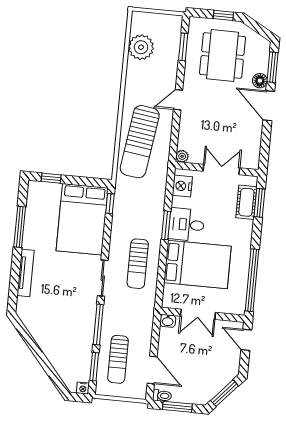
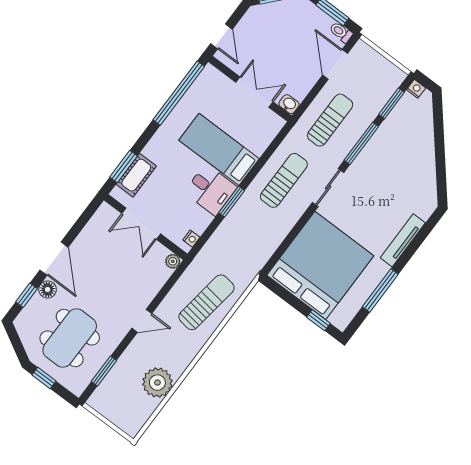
plant: (141, 47) -> (157, 383), moved
window: (273, 67) -> (26, 295), width x0.67
sun lounger: (140, 142) -> (206, 302), width x0.73, depth x0.75
nightstand: (182, 186) -> (191, 239), width x0.53, depth x0.56
window: (110, 204) -> (275, 258), removed
bed: (82, 219) -> (320, 265), width x1.36
bed: (197, 264) -> (219, 149), width x0.67
sun lounger: (118, 359) -> (330, 120), moved

